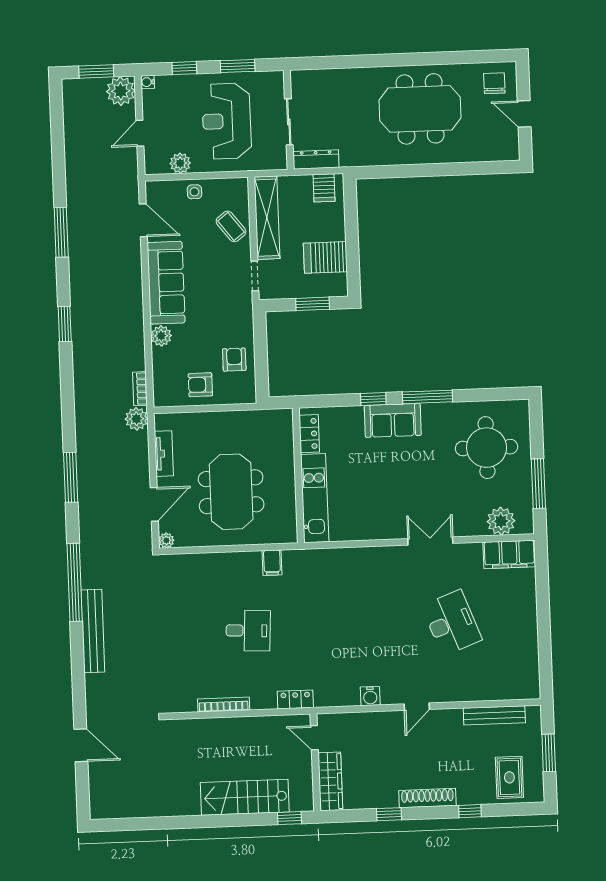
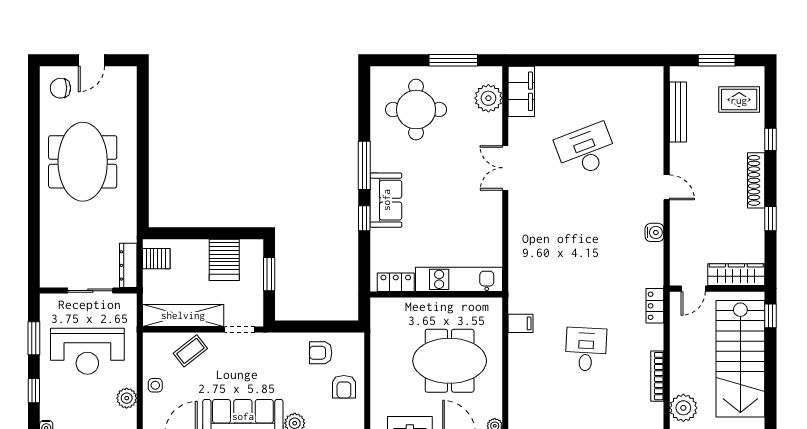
plant: (192, 733) -> (683, 408), added
stairs: (245, 797) -> (740, 359), width x1.36, depth x1.51

